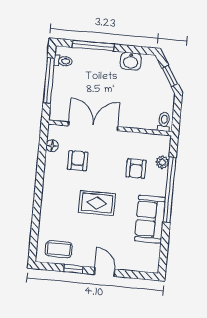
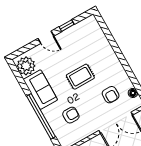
plant: (162, 162) -> (26, 66), moved, width x1.87, depth x1.87
armchair: (136, 169) -> (71, 115), turned 90
coffee table: (59, 249) -> (84, 31), removed

